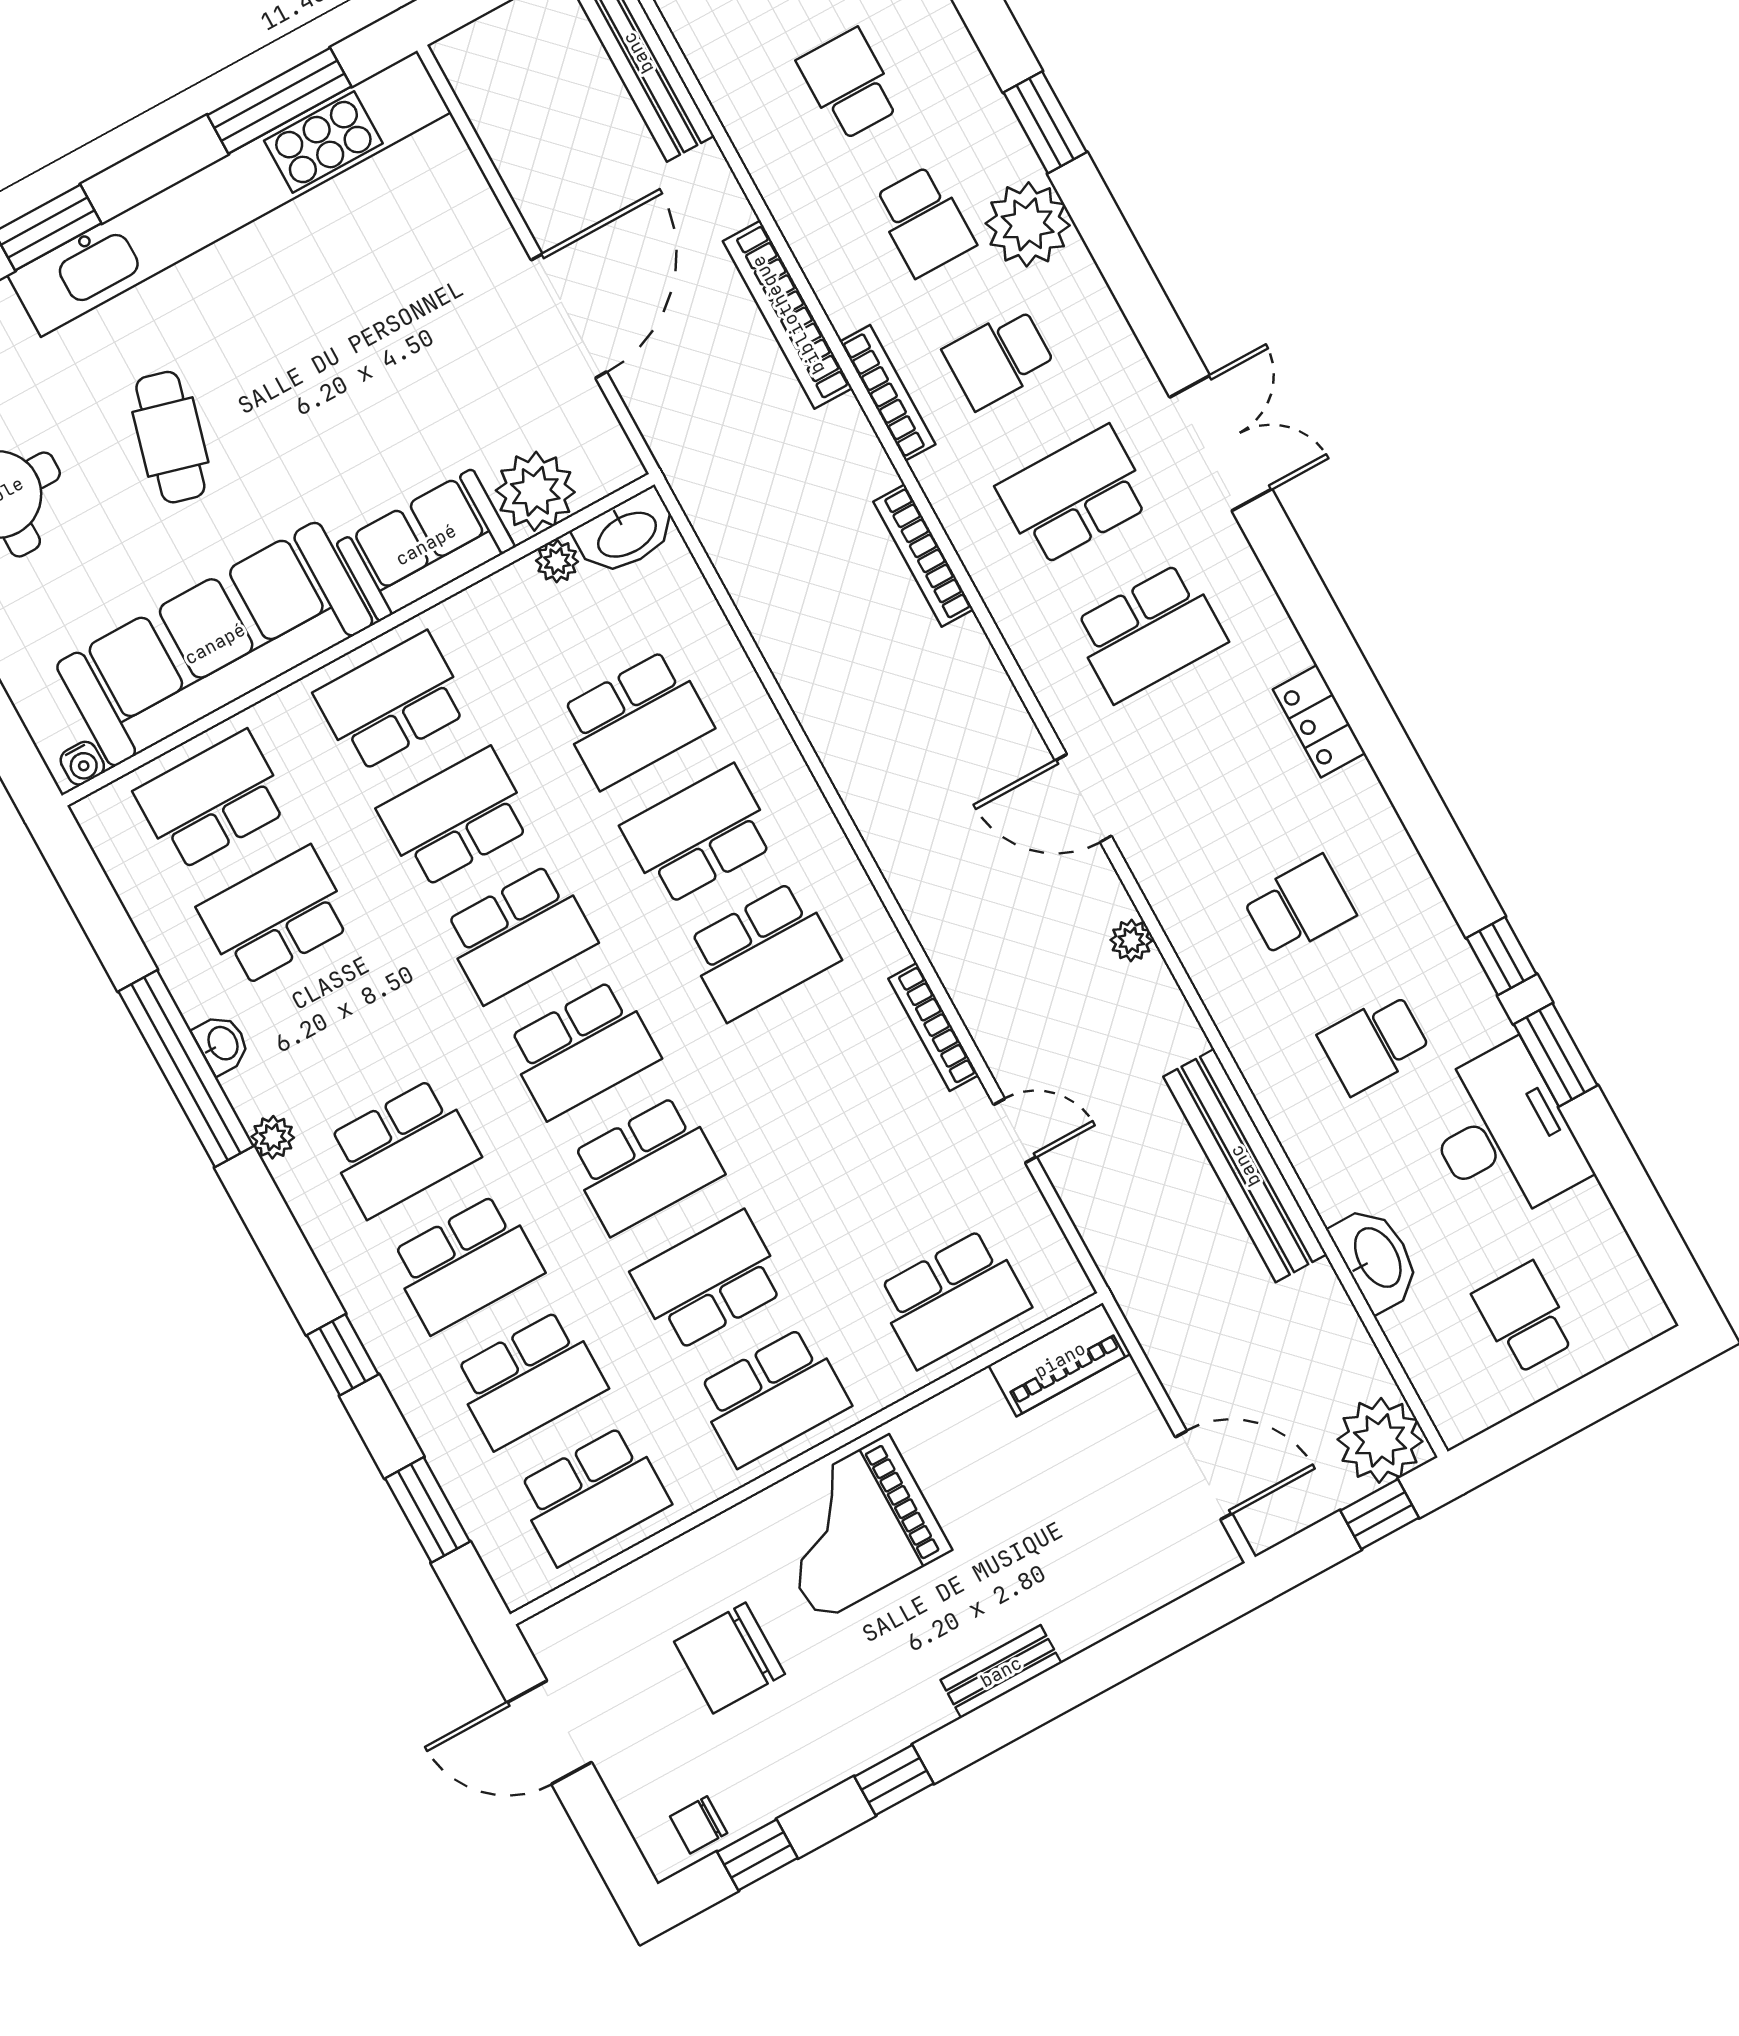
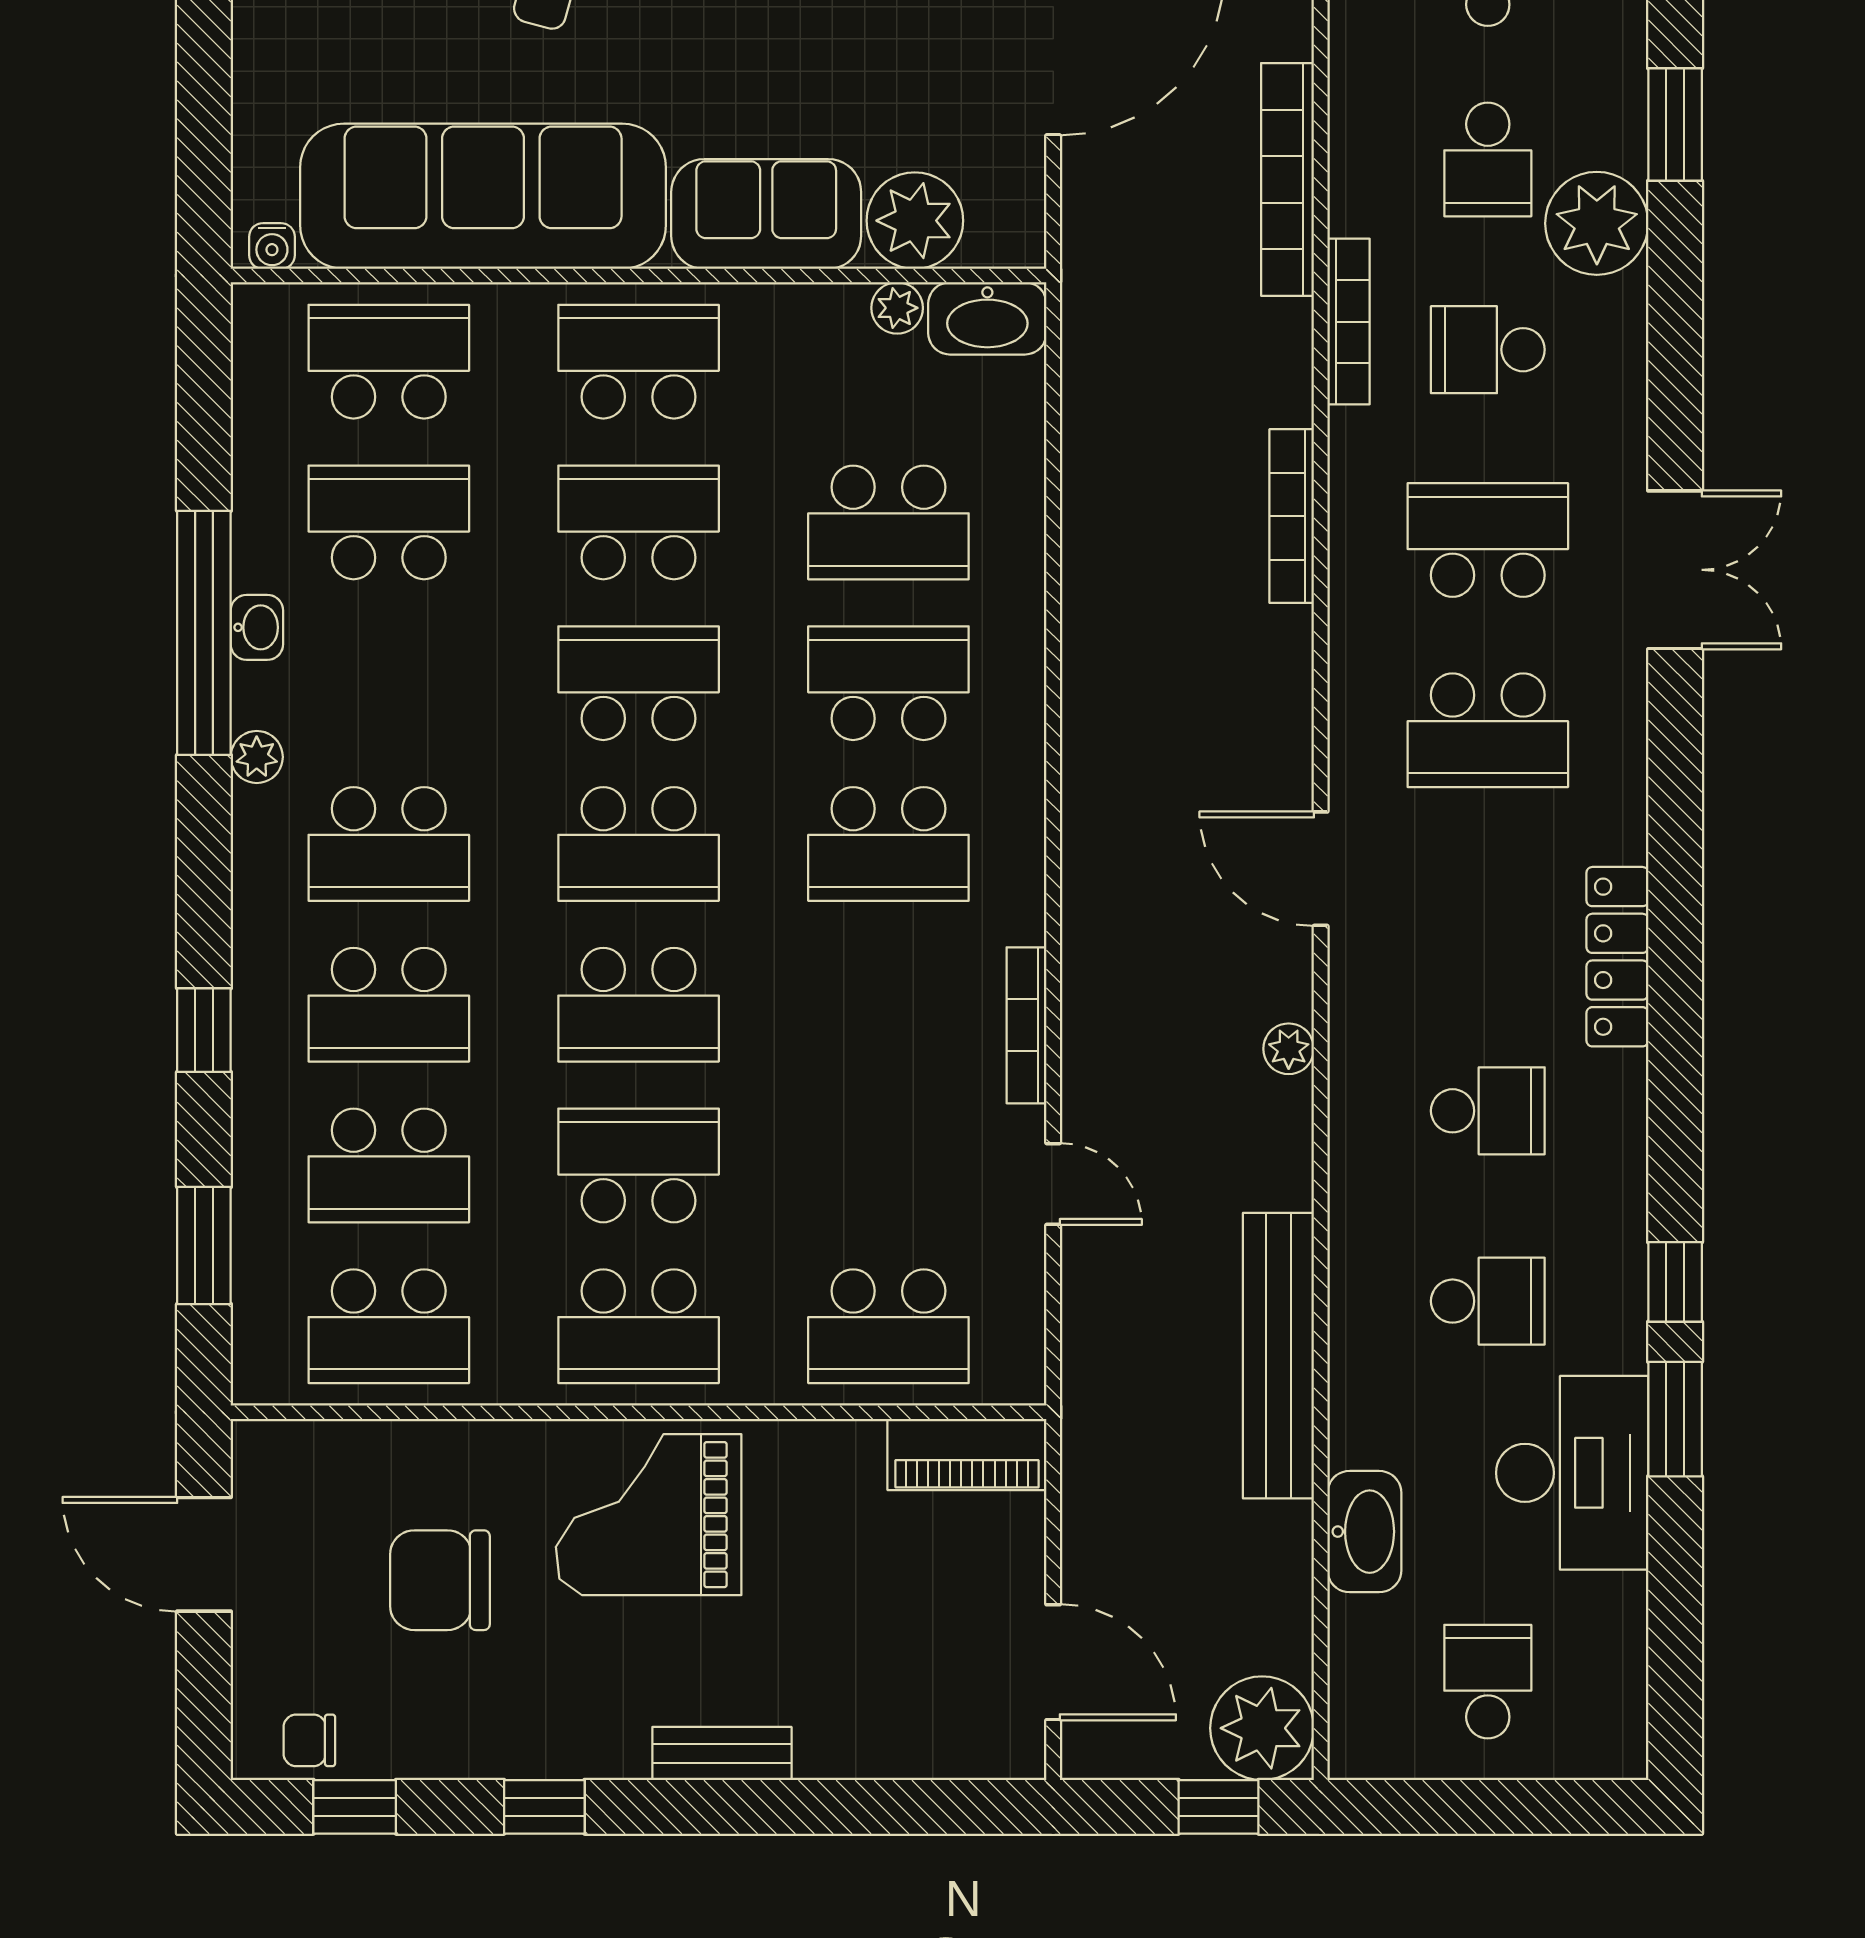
locker: (1319, 721) -> (1617, 957), width x1.53
school desk: (519, 933) -> (639, 683), turned 180
school desk: (1374, 1044) -> (1488, 1301), turned 180

